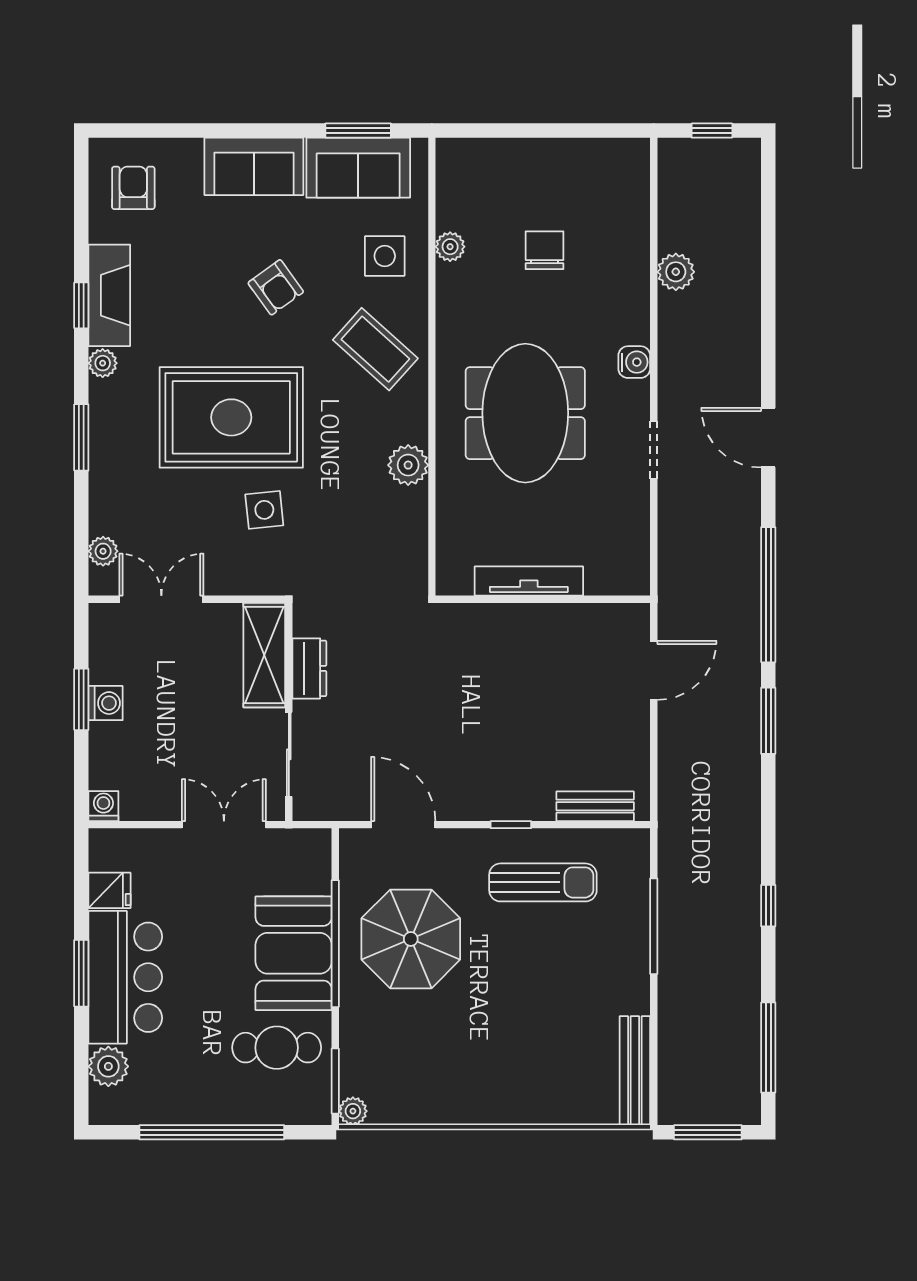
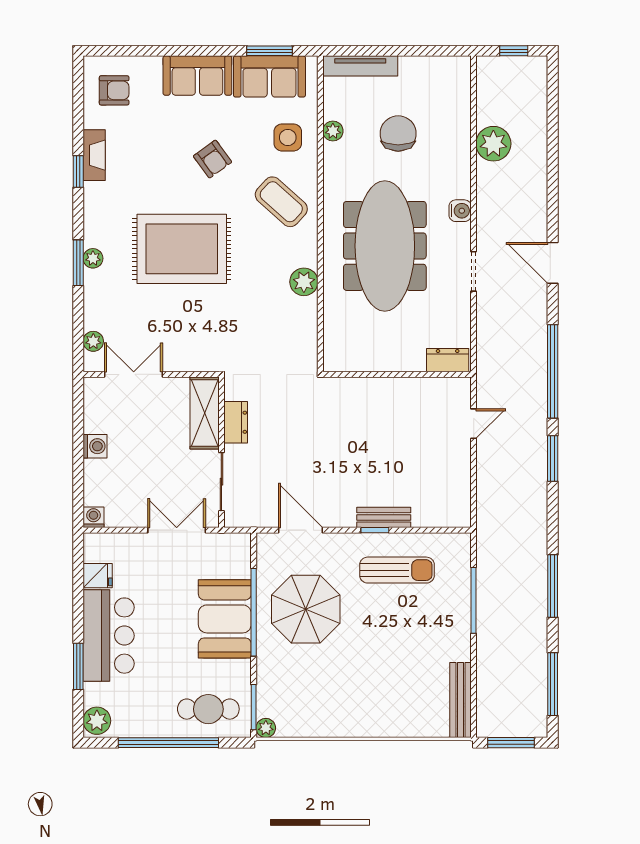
armchair: (133, 188) -> (114, 90), turned 90
chair: (545, 250) -> (398, 133), width x1.37, depth x1.37
plant: (676, 272) -> (493, 144), width x1.36, depth x1.36
fireplace: (109, 295) -> (94, 155), width x0.73, depth x0.76
plant: (103, 363) -> (93, 258), moved
meeting table: (525, 413) -> (385, 246), width x1.36
side table: (264, 510) -> (205, 313), removed
dresser: (616, 579) -> (448, 360), added
tv unit: (529, 581) -> (360, 66), moved, turned 180
door: (654, 670) -> (474, 424), width x0.73
window: (81, 699) -> (78, 444), removed
bench: (595, 806) -> (384, 517), moved
window: (768, 906) -> (553, 586), width x2.17
window: (81, 973) -> (78, 666), moved
cafe table: (277, 1048) -> (208, 709), moved
plant: (108, 1066) -> (97, 721), moved

